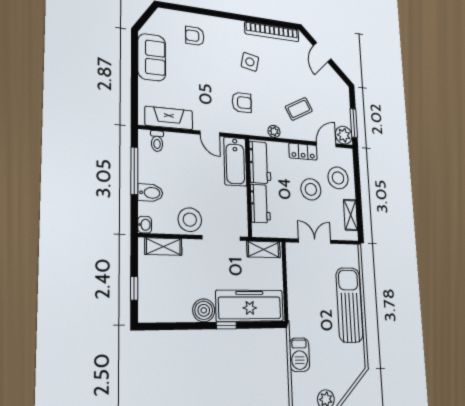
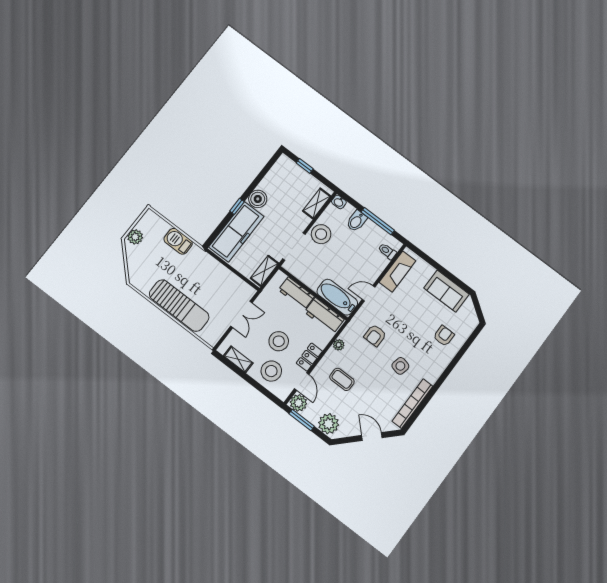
plant: (340, 97) -> (329, 424), added
coffee table: (299, 109) -> (342, 379), turned -62

